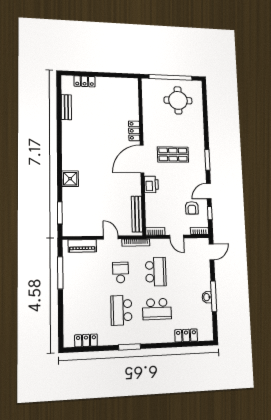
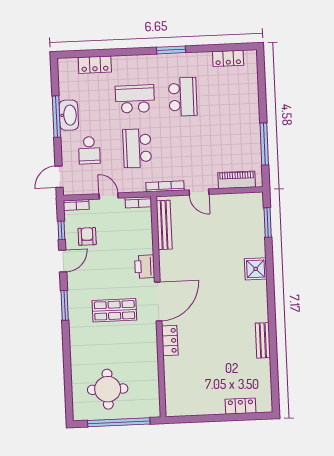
bench: (66, 107) -> (263, 340), moved
school desk: (120, 272) -> (89, 150), moved
washbasin: (207, 297) -> (69, 115), width x1.91, depth x1.45

